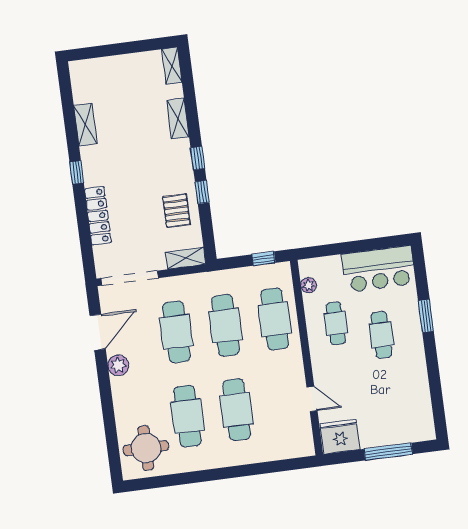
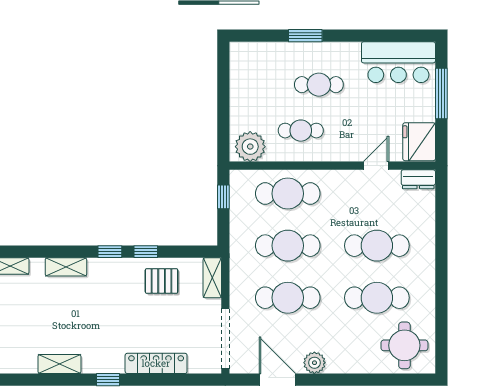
bar counter: (379, 269) -> (398, 62), moved, turned 90
plant: (309, 285) -> (250, 147), width x1.88, depth x1.88
dresser: (304, 440) -> (418, 179), added

